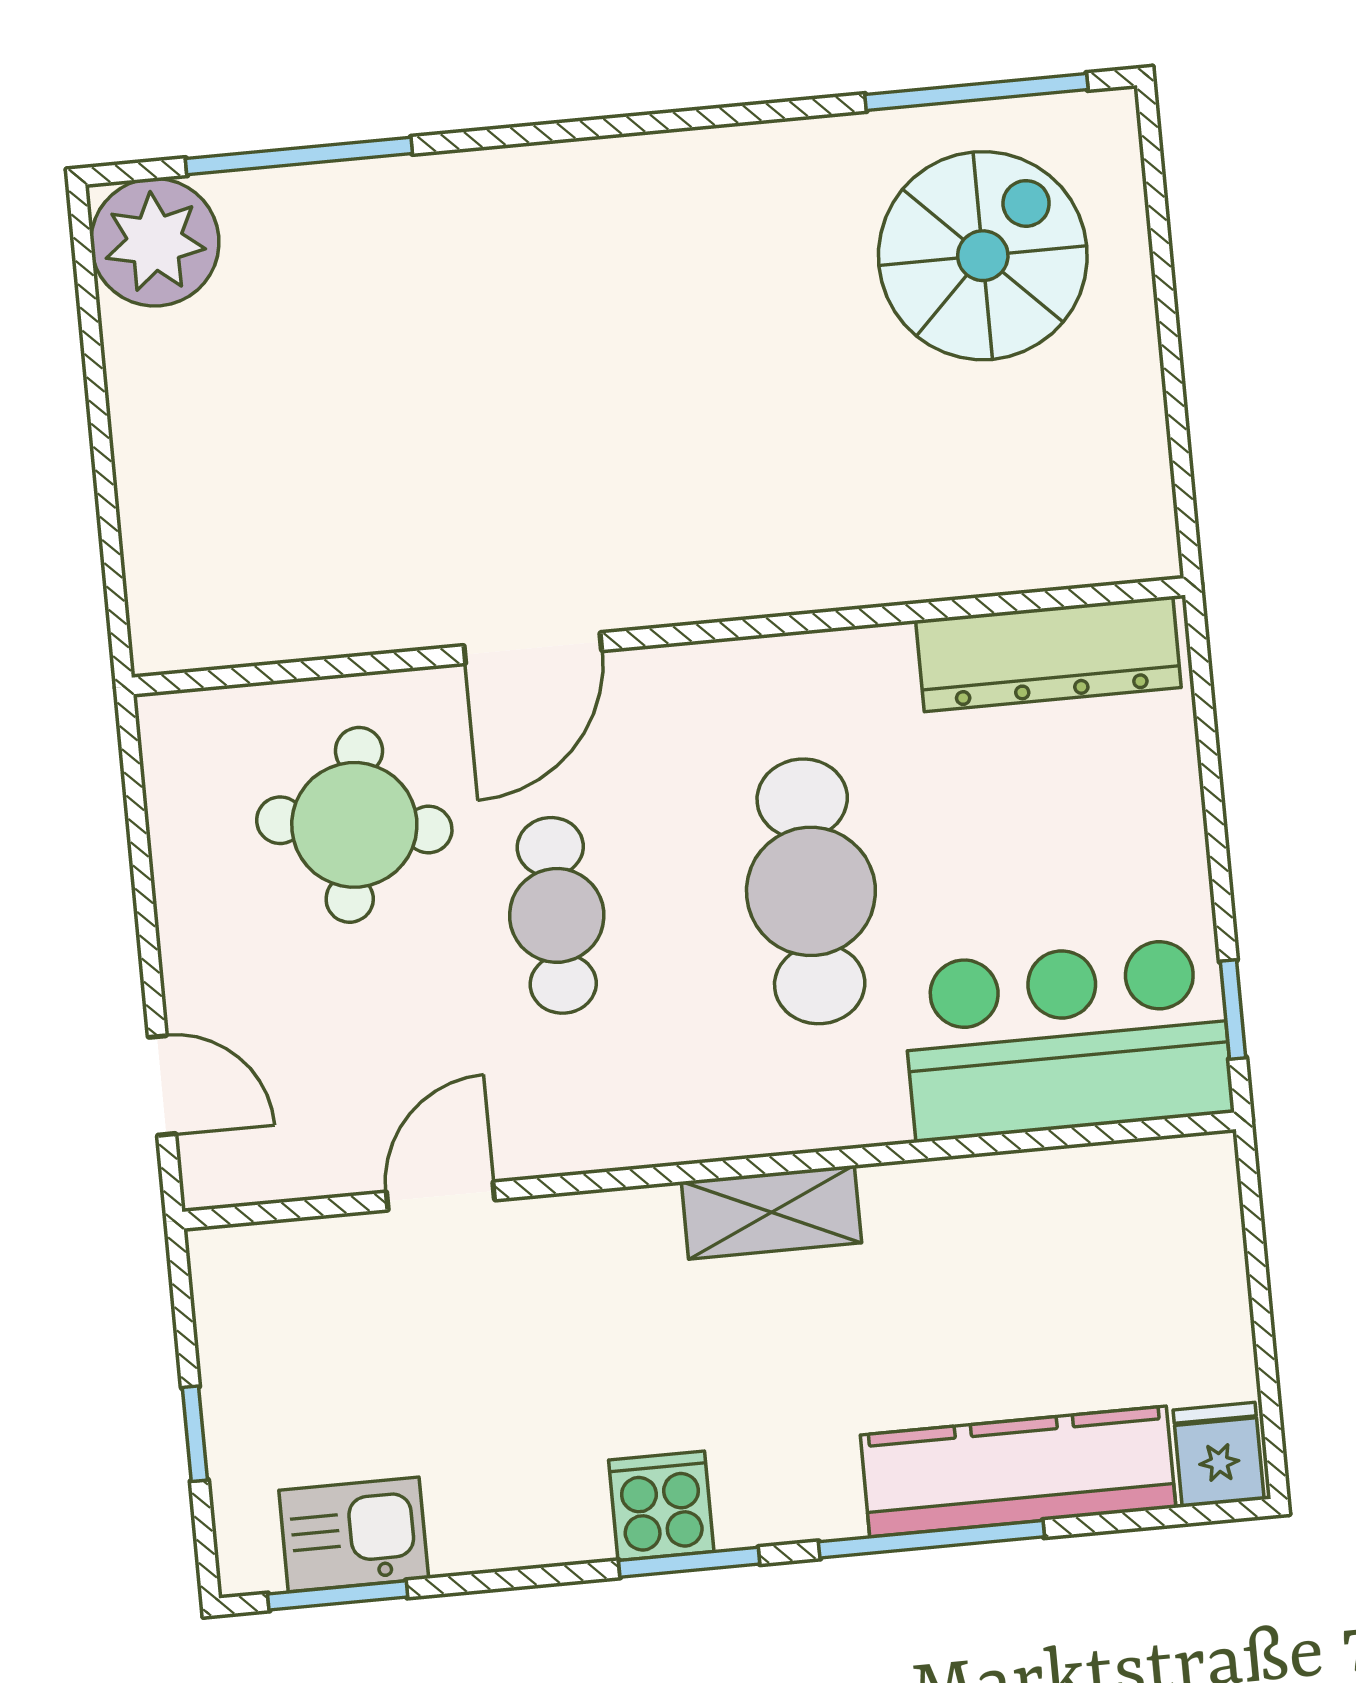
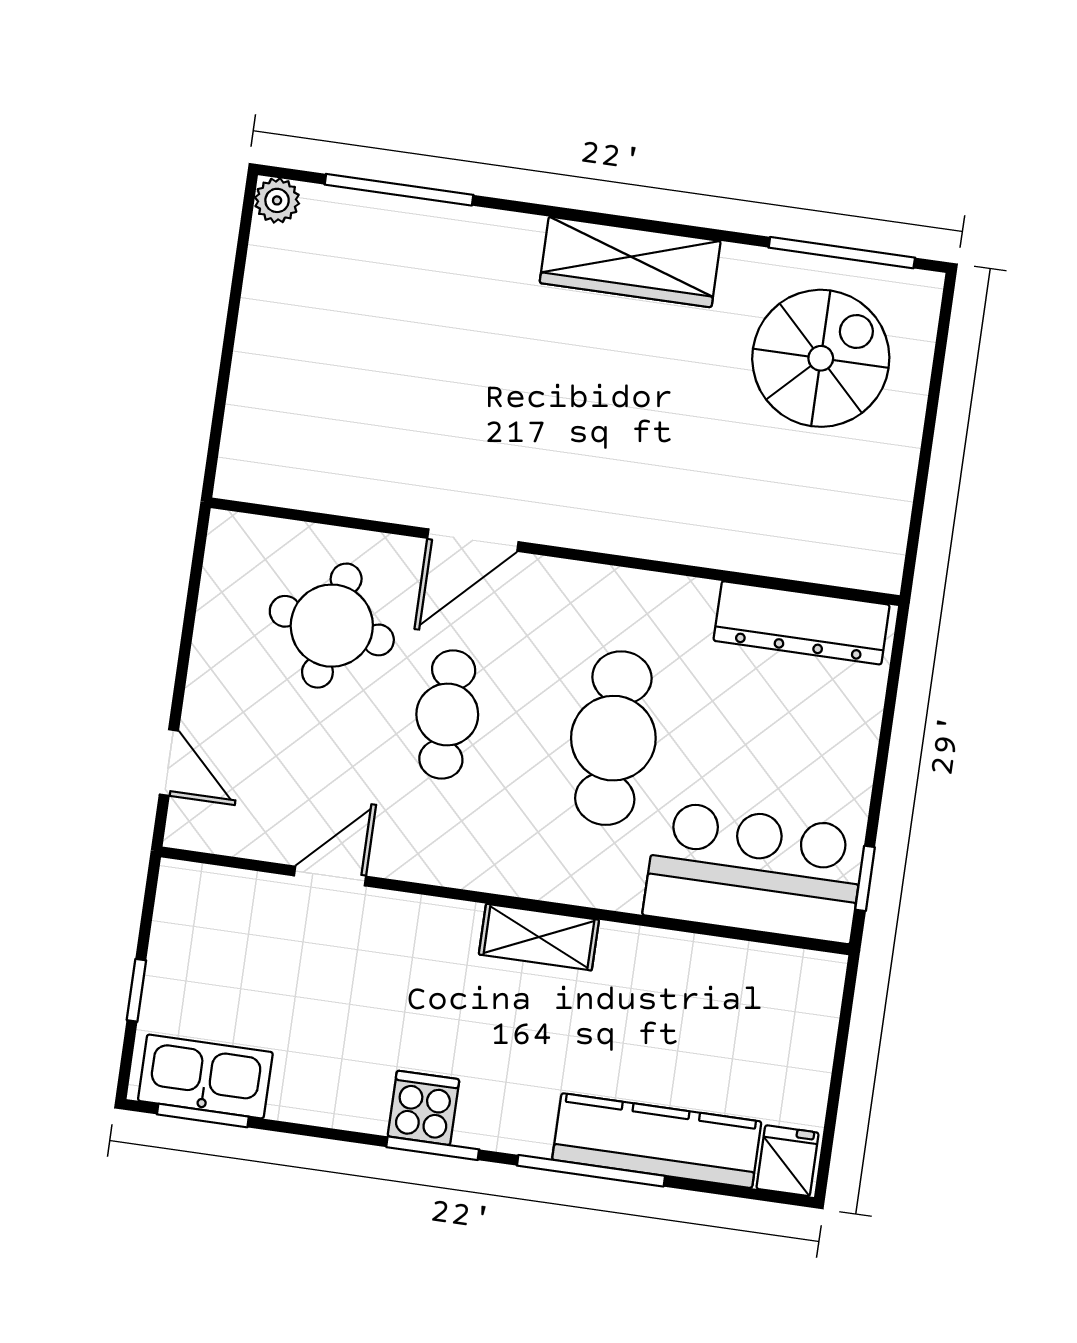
wardrobe: (667, 181) -> (630, 262), added
plant: (155, 242) -> (277, 200), width x0.53, depth x0.53
kitchen sink: (354, 1534) -> (205, 1076), width x1.38

